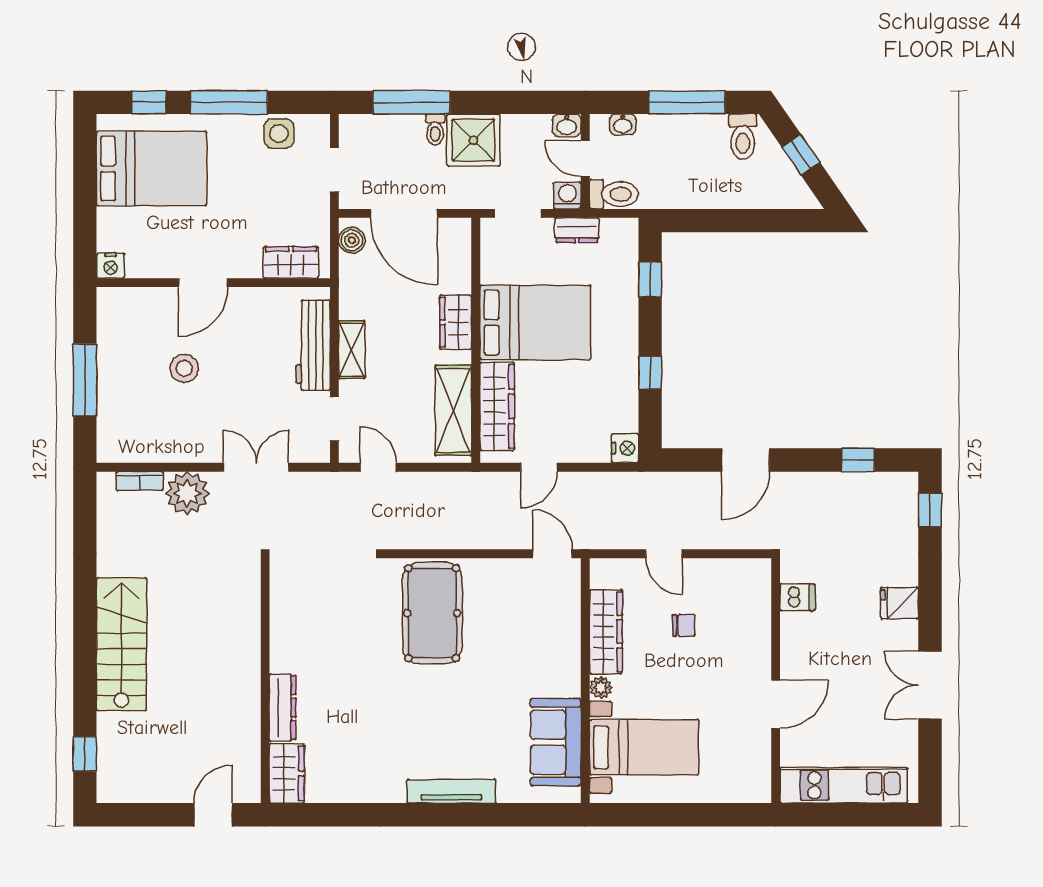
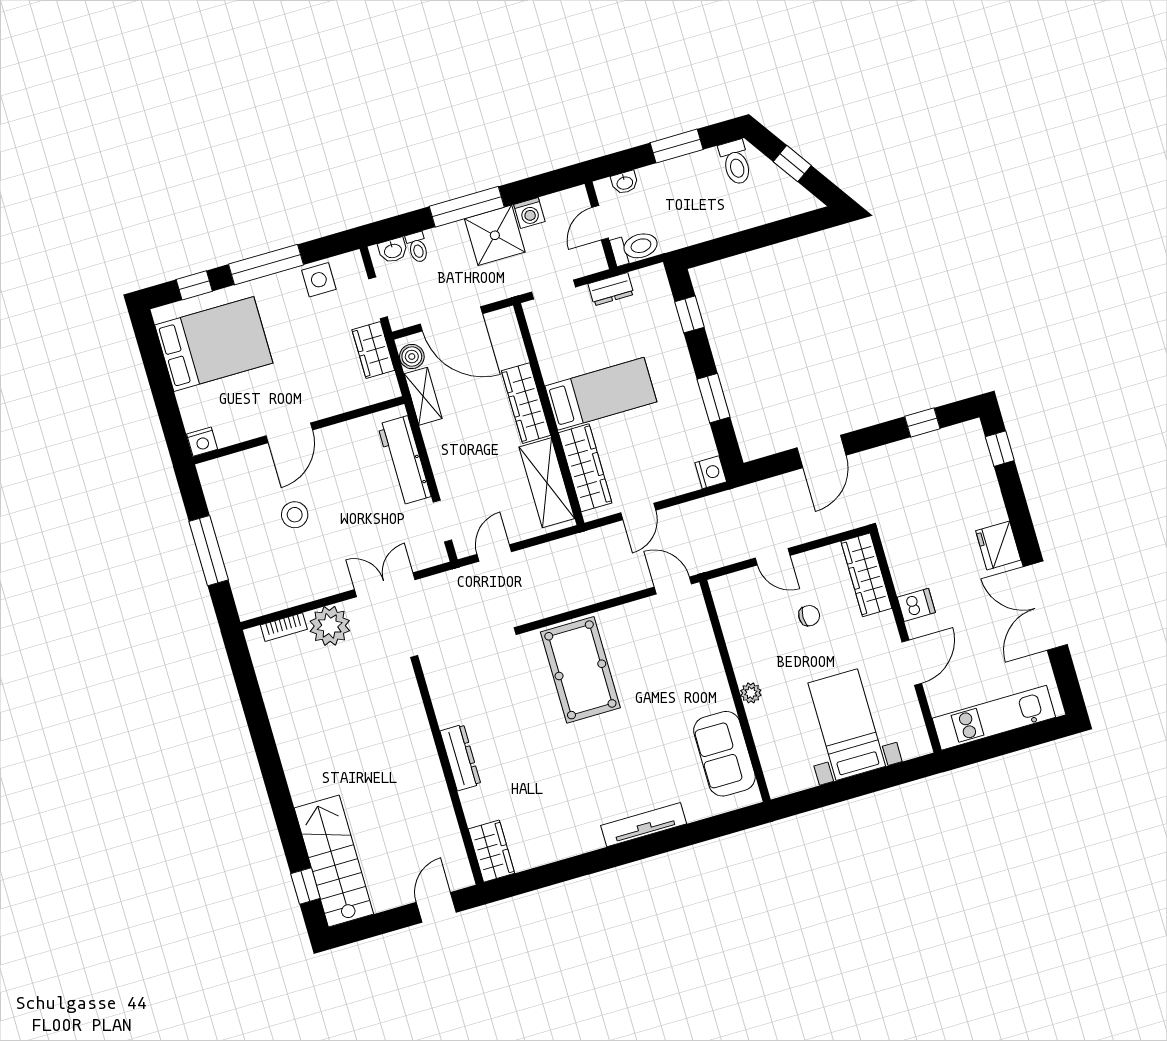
window: (412, 102) -> (467, 207), moved
window: (687, 102) -> (677, 146), width x0.69
washbasin: (567, 125) -> (393, 250), moved
toilet: (435, 129) -> (417, 247), moved
door: (585, 159) -> (600, 223), hinge flipped
washing machine: (567, 195) -> (529, 213), moved, turned 180
wardrobe: (291, 262) -> (373, 350), moved, turned -90
wardrobe: (456, 322) -> (526, 403), width x1.50
bed: (535, 322) -> (601, 394), width x0.67
shelving: (352, 350) -> (423, 396), moved
window: (650, 373) -> (714, 398), width x1.50
door: (378, 467) -> (494, 553), hinge flipped
dishwasher: (797, 597) -> (916, 605), moved
fridge: (900, 603) -> (998, 545), width x1.38
wardrobe: (606, 632) -> (866, 575), moved, turned 180
stairs: (121, 644) -> (334, 861), moved
double door: (930, 685) -> (1045, 606), width x1.37
dresser: (283, 707) -> (460, 758), moved
bed with nightstands: (644, 747) -> (847, 725), moved, turned -90

